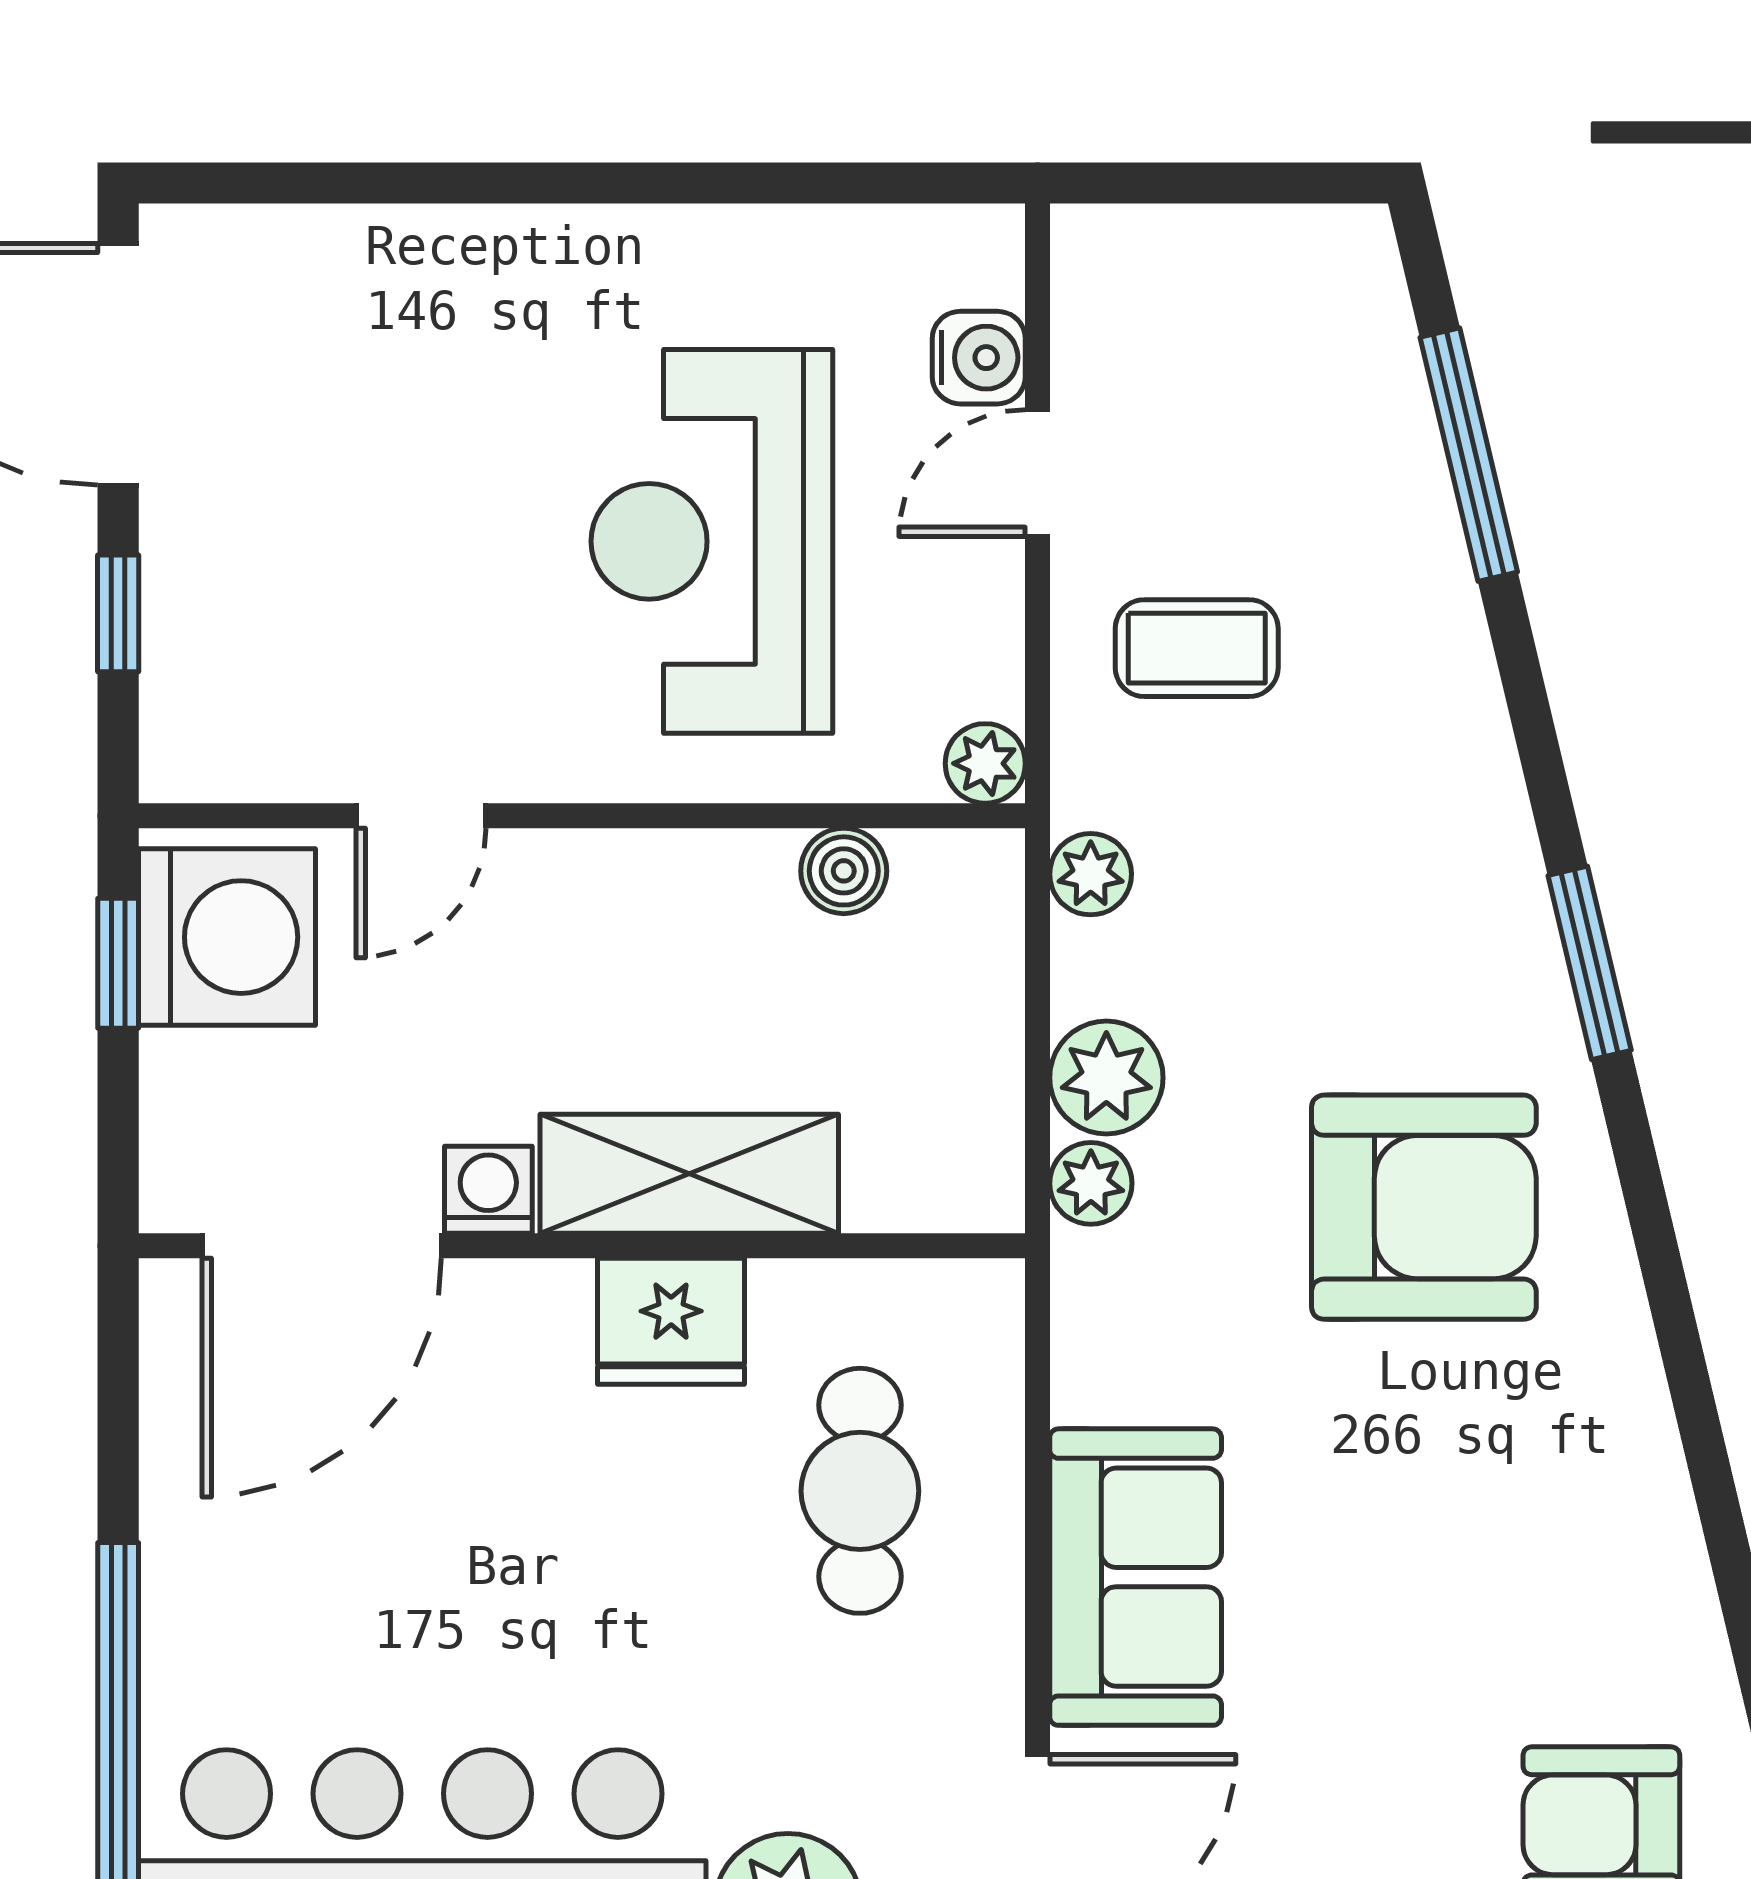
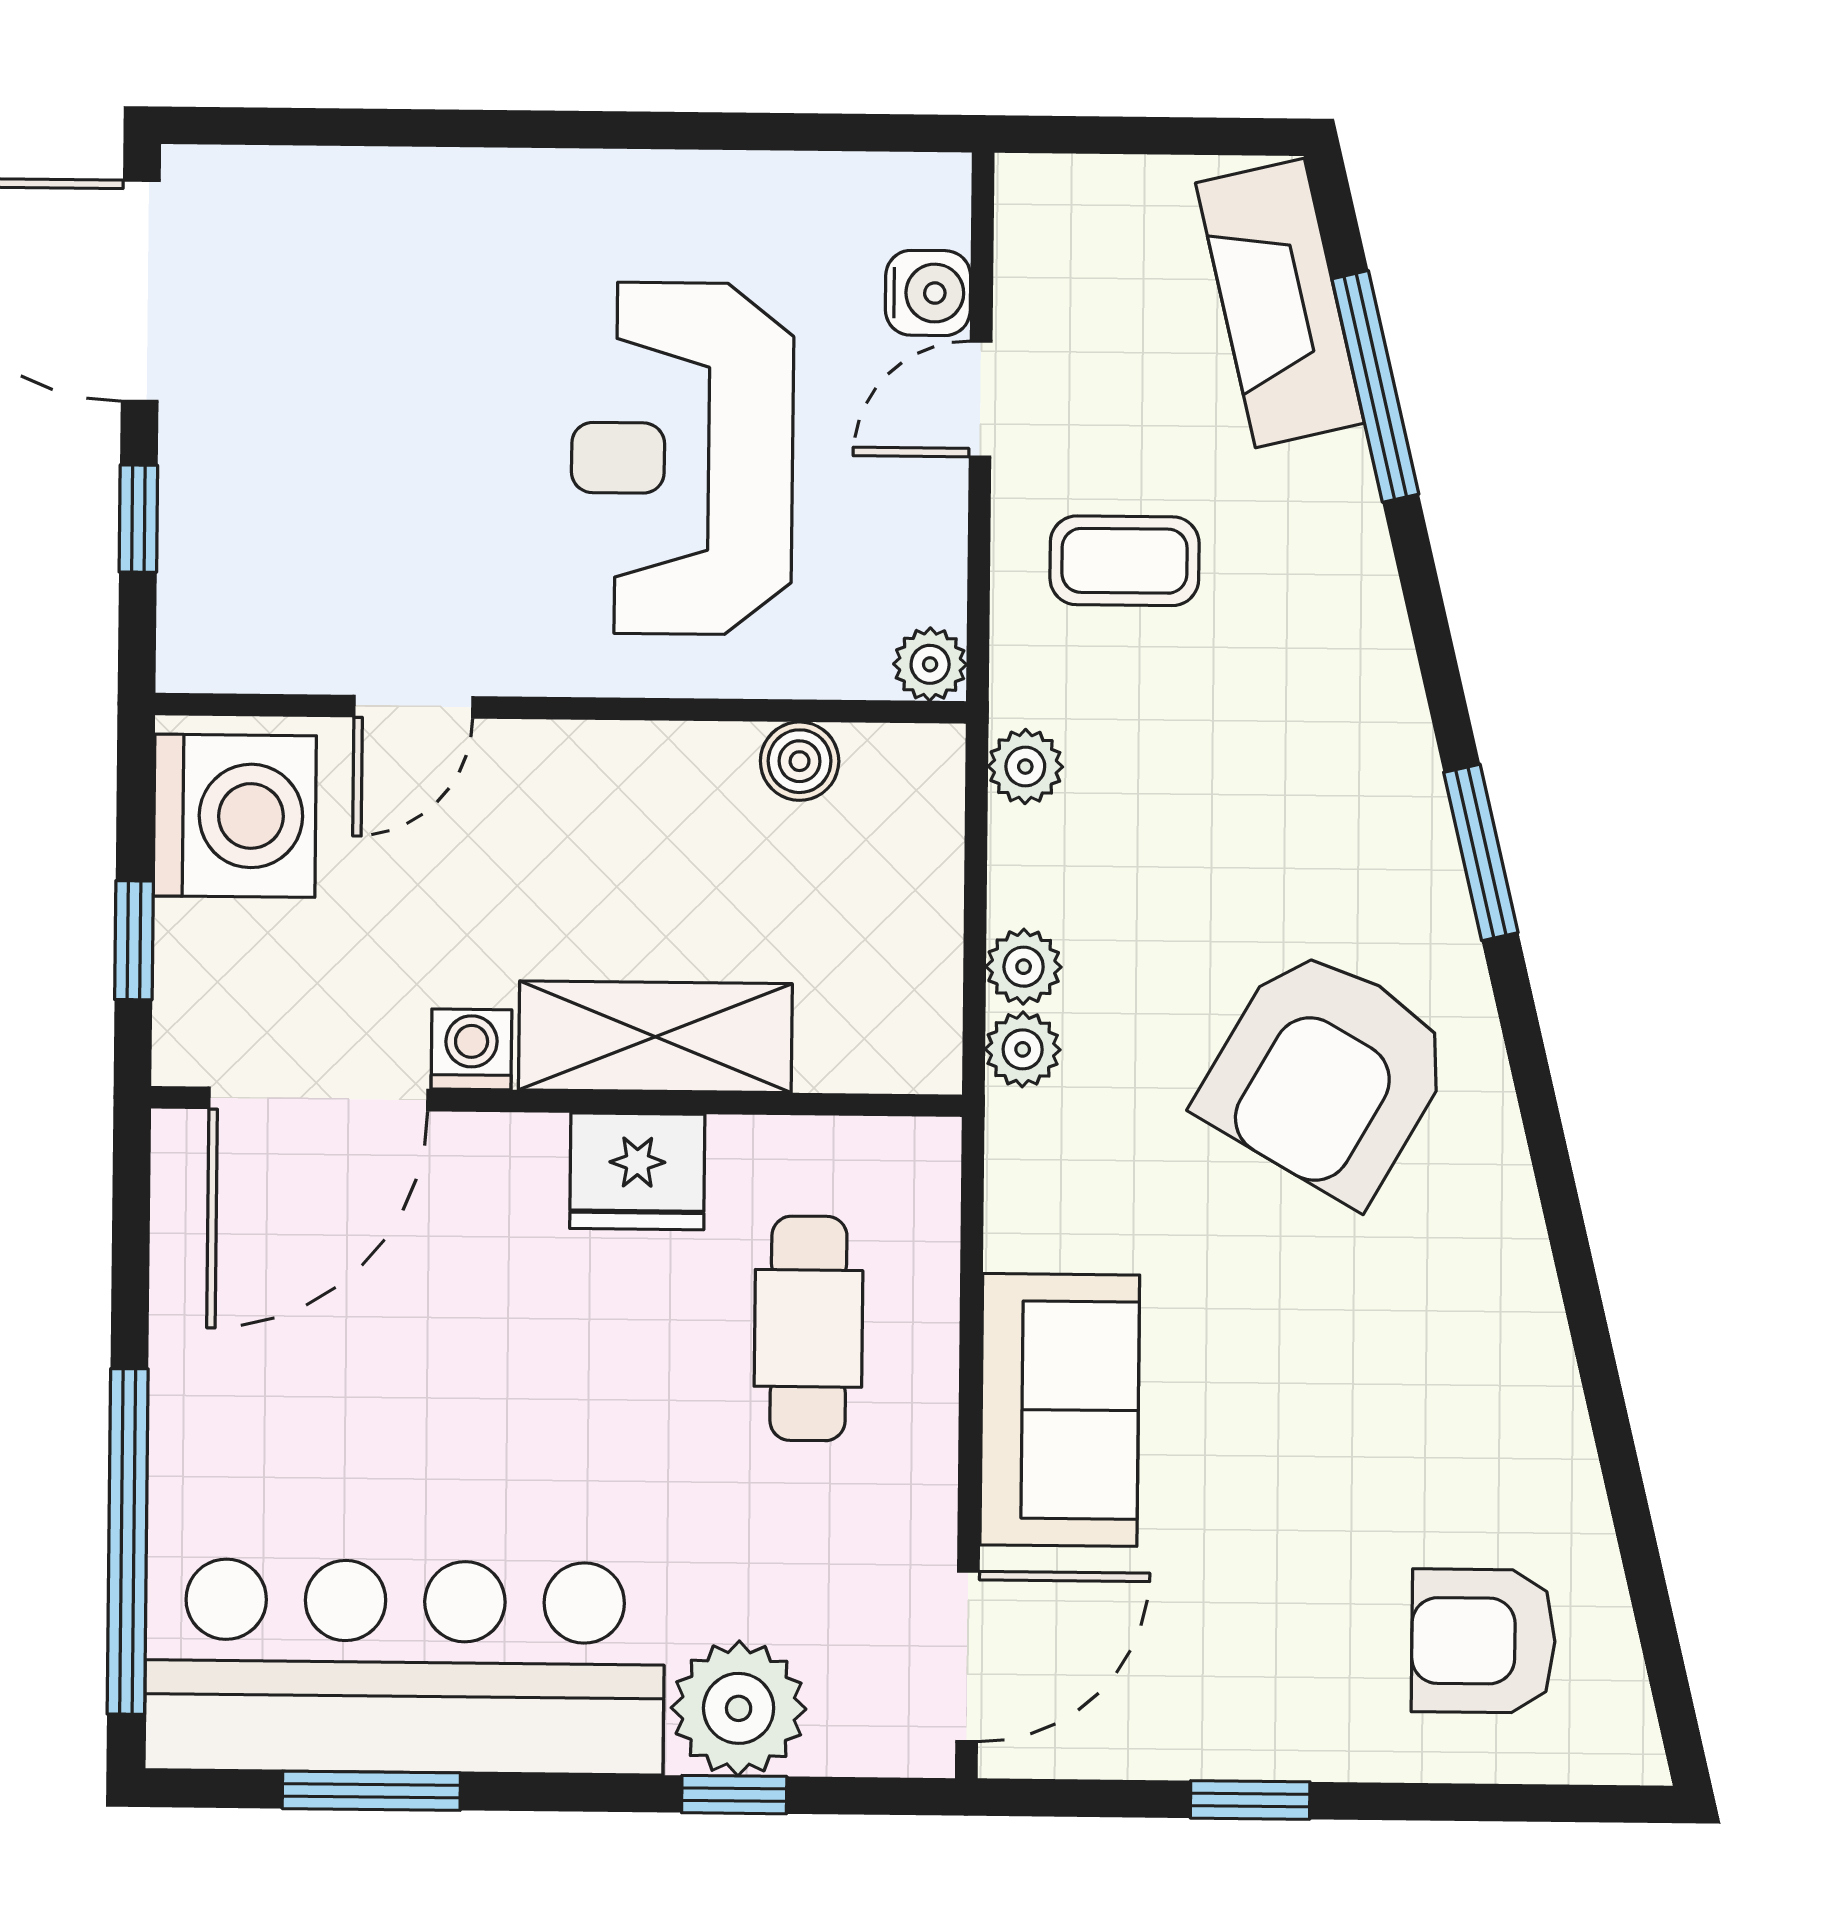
fireplace: (1364, 365) -> (1280, 303), added
window: (118, 963) -> (134, 940), moved
plant: (1106, 1078) -> (1024, 967), width x0.73, depth x0.73
armchair: (1424, 1207) -> (1327, 1074), turned 120

